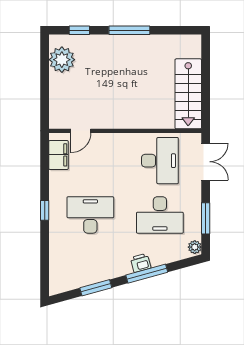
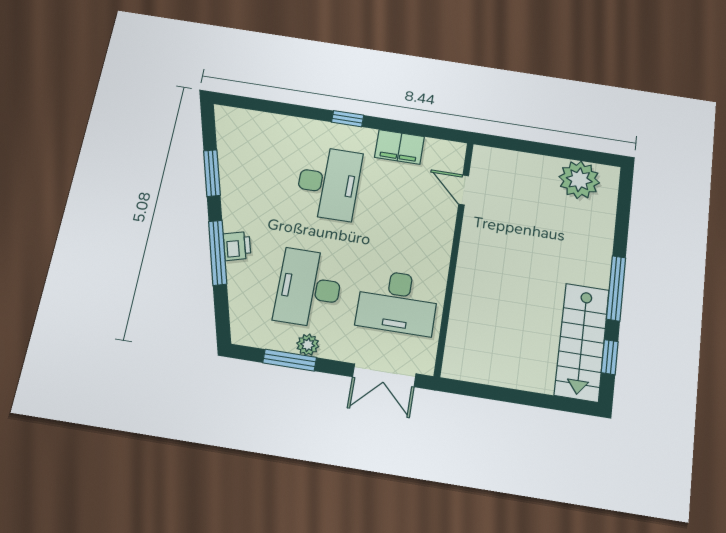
window: (79, 30) -> (610, 357), moved
stairs: (188, 94) -> (582, 342), moved, turned -90
filing cabinet: (59, 155) -> (399, 147), moved
plant: (195, 247) -> (308, 345), moved

